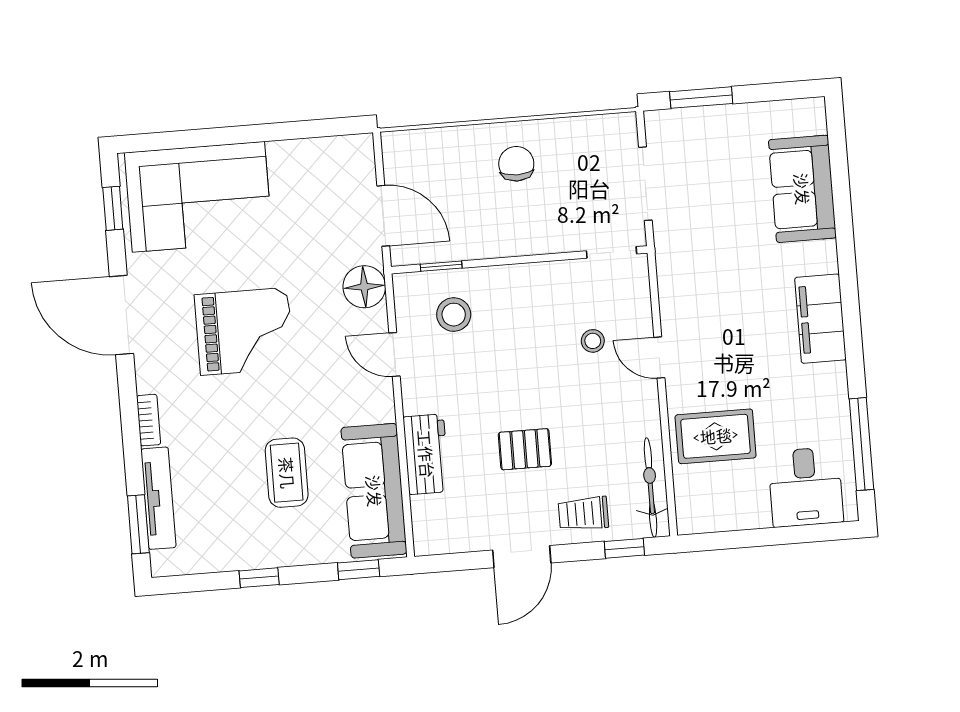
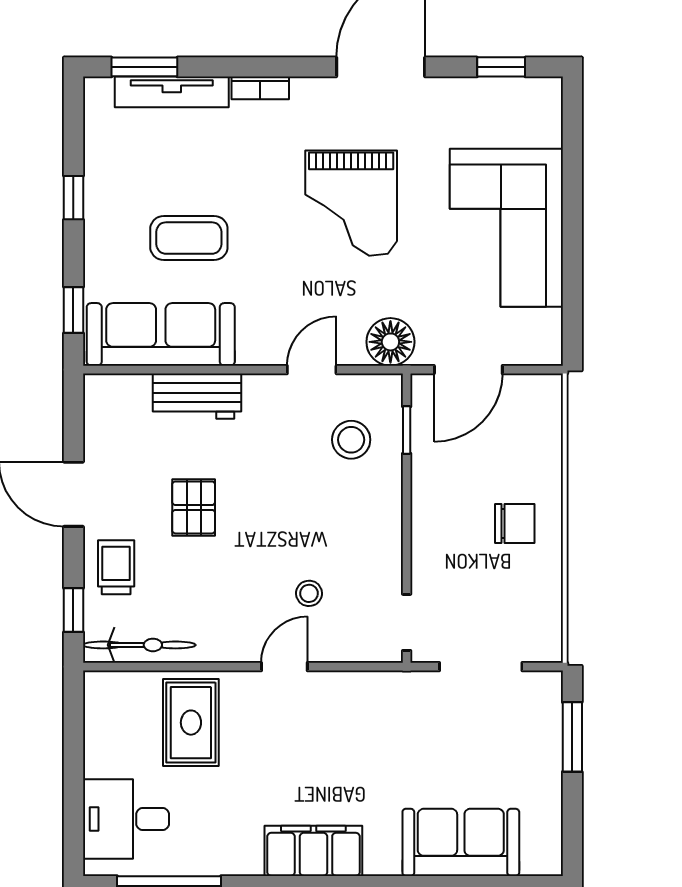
corner sofa: (198, 197) -> (506, 228), moved

